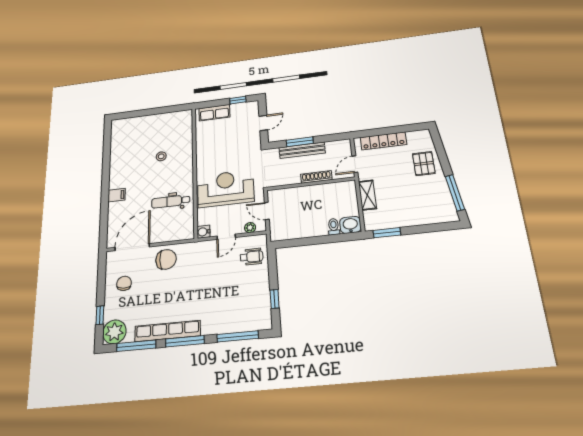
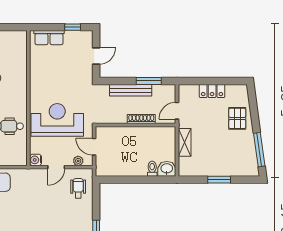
locker: (383, 141) -> (212, 91), width x0.66
window: (300, 142) -> (149, 81), moved
window: (387, 233) -> (219, 180), moved
wheelchair: (251, 257) -> (78, 188), turned -90

